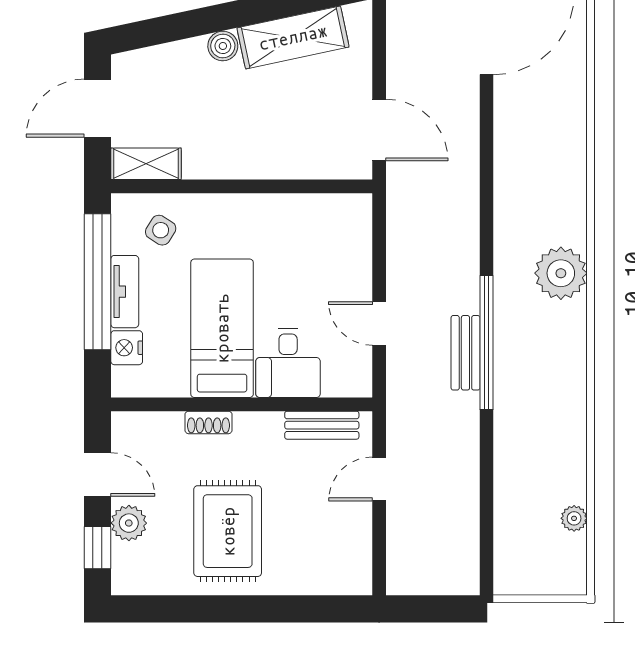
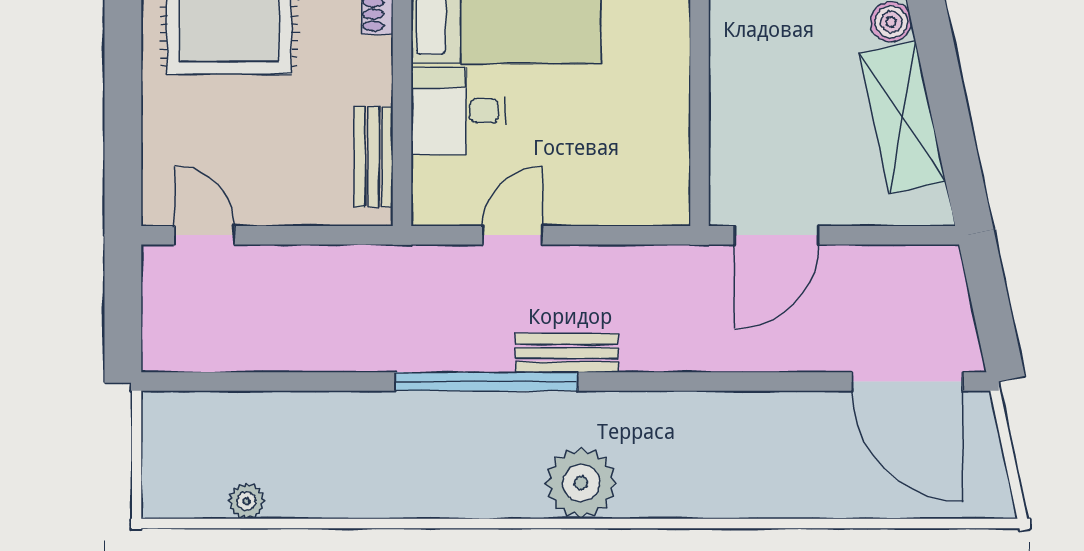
bench: (465, 353) -> (567, 353), moved
door: (379, 479) -> (205, 235), moved

